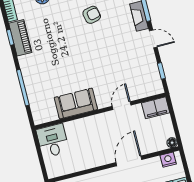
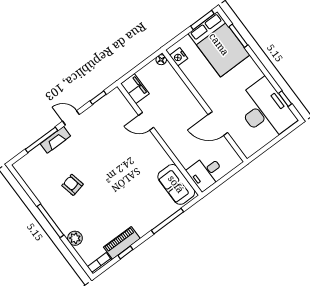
door: (153, 39) -> (71, 118), hinge flipped
sofa: (76, 104) -> (176, 184), moved
door: (129, 161) -> (218, 124), moved

